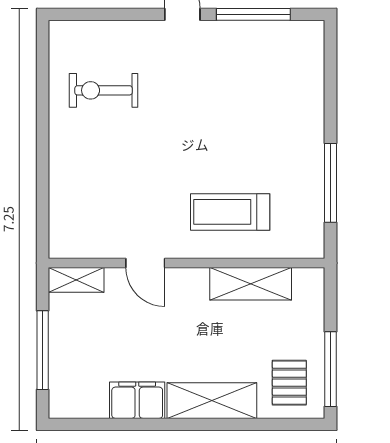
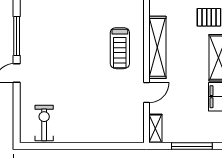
exercise bike: (104, 90) -> (44, 123), moved, turned 180
shelving: (251, 284) -> (157, 47), width x1.47

